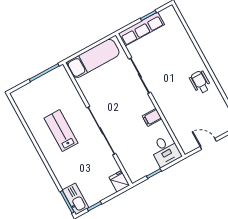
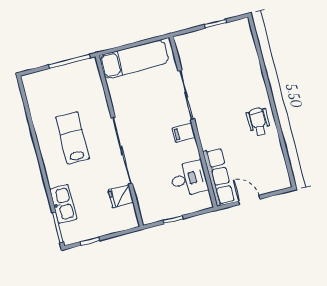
row of seats: (141, 29) -> (219, 177), moved, turned -90
filing cabinet: (152, 117) -> (184, 133), moved
desk: (165, 151) -> (189, 179), moved, turned -90
fridge: (119, 181) -> (121, 196), moved, turned -90
kitchen sink: (76, 199) -> (63, 204), moved

